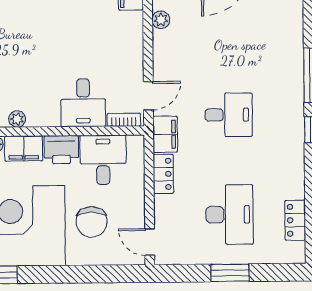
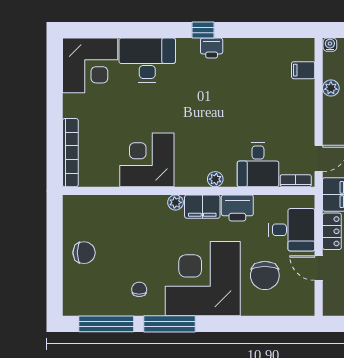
plant: (17, 119) -> (215, 179), moved
desk: (103, 160) -> (292, 230), moved, turned 90
door: (150, 242) -> (319, 268), moved

